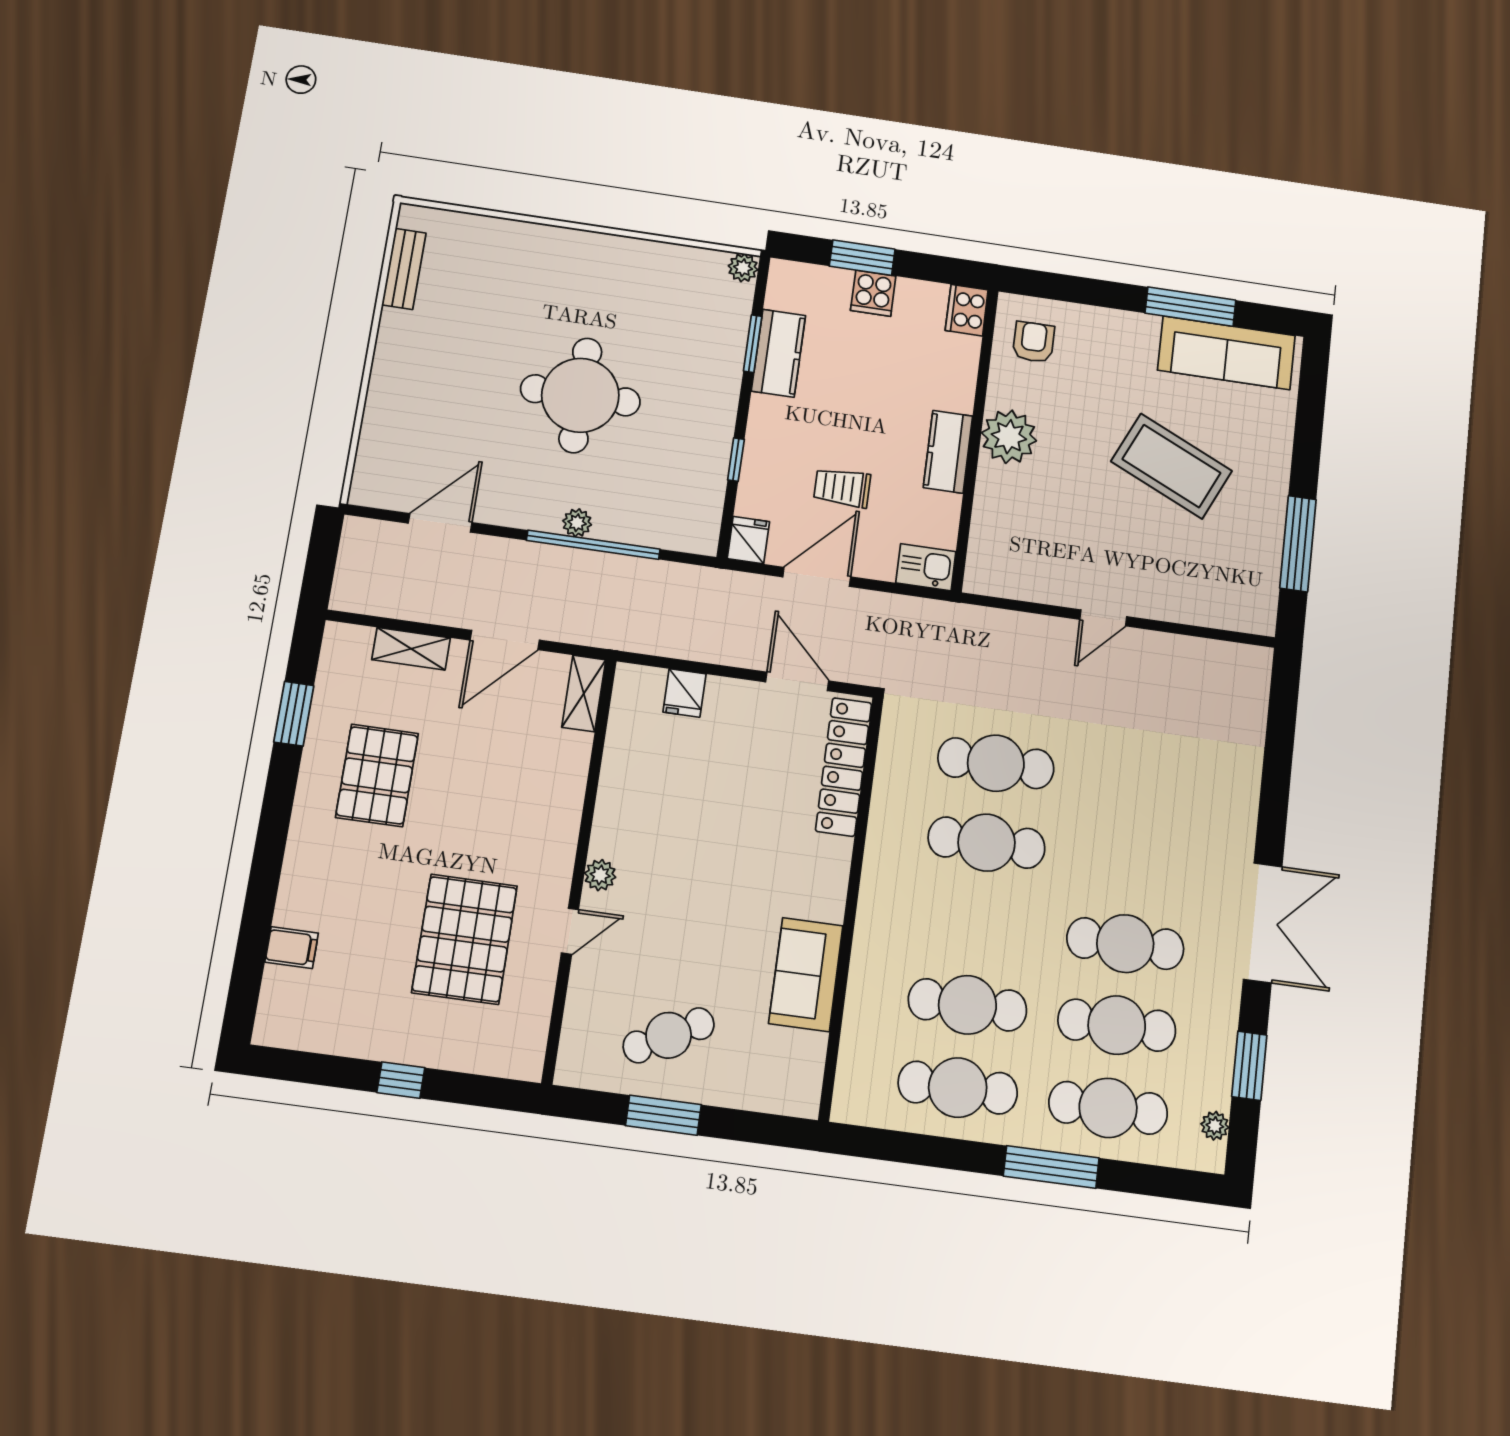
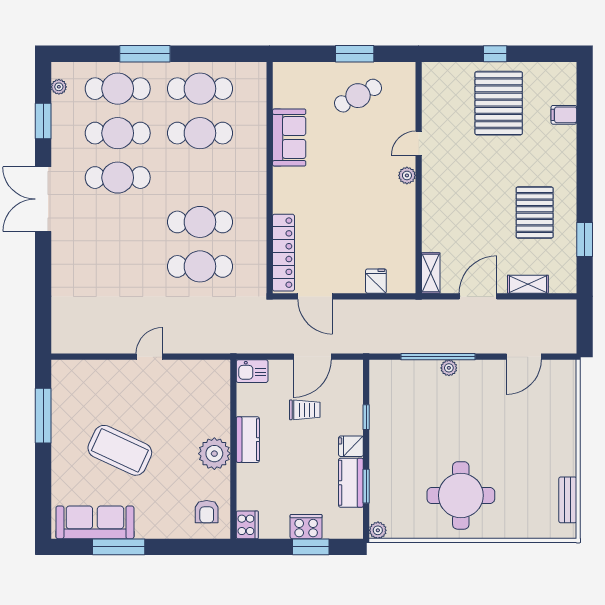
cooker: (873, 293) -> (306, 527), width x1.36
round table: (580, 395) -> (461, 495), moved
fridge: (748, 540) -> (351, 446), moved, turned 90
pallet: (465, 939) -> (499, 103), moved

